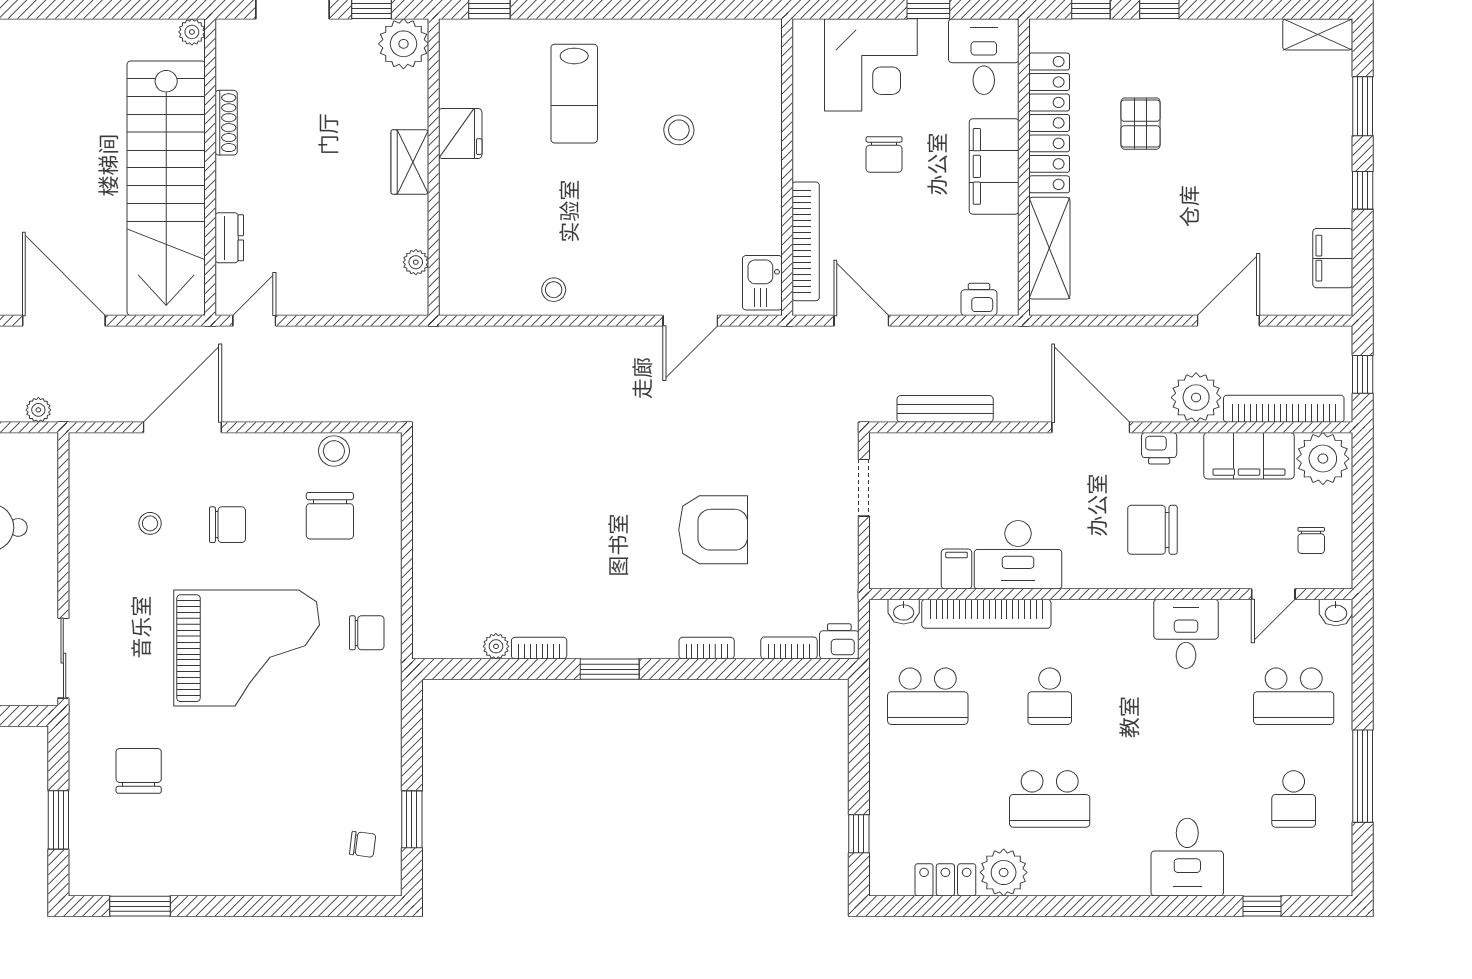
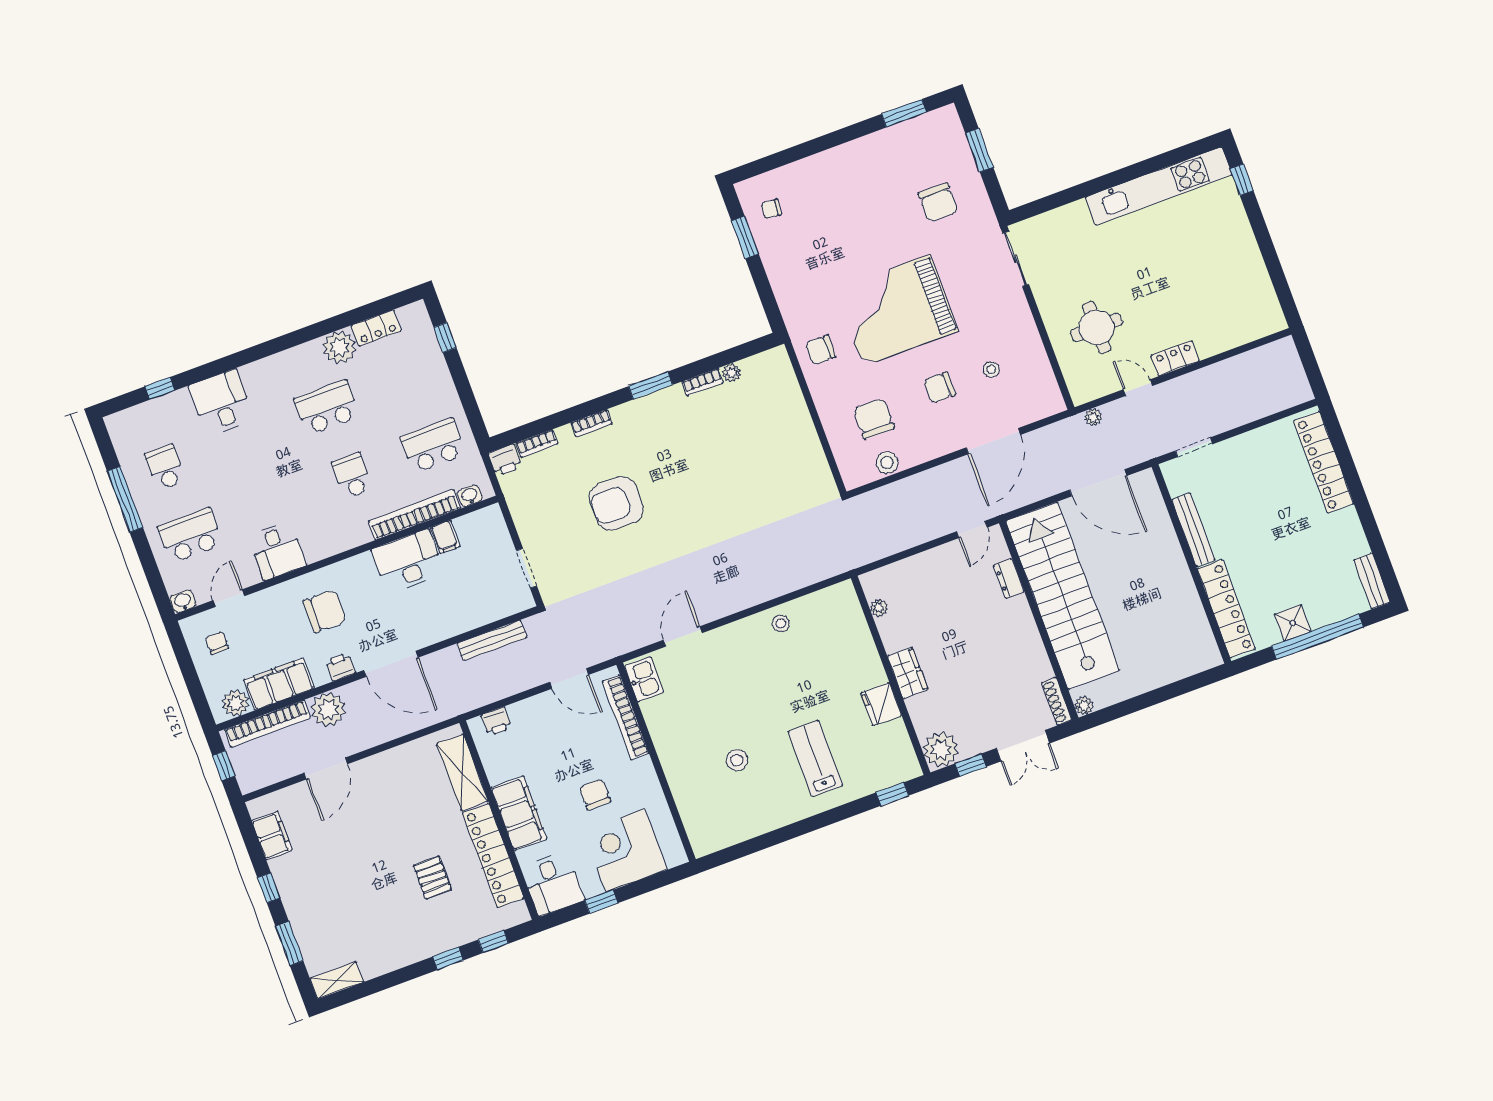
shoe rack: (226, 123) -> (1057, 701), moved
plant: (1323, 459) -> (236, 703), width x0.73, depth x0.73

